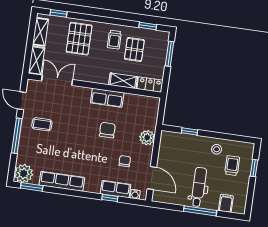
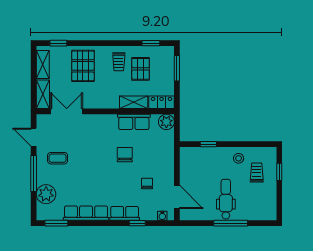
row of seats: (107, 98) -> (134, 122), moved
plant: (147, 138) -> (166, 122), moved
plant: (24, 174) -> (46, 194), moved
row of seats: (116, 189) -> (125, 213), moved
filing cabinet: (226, 203) -> (256, 212), removed

